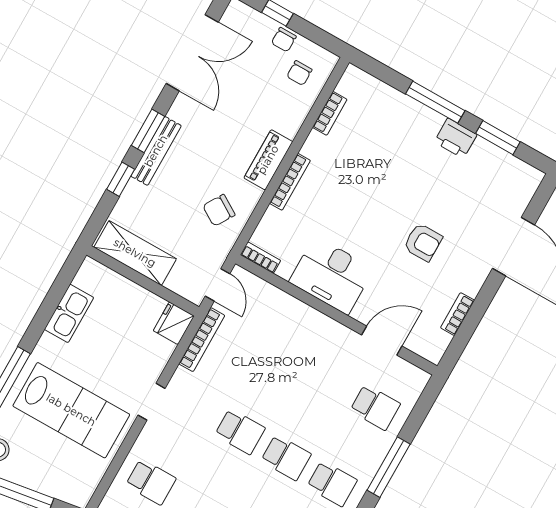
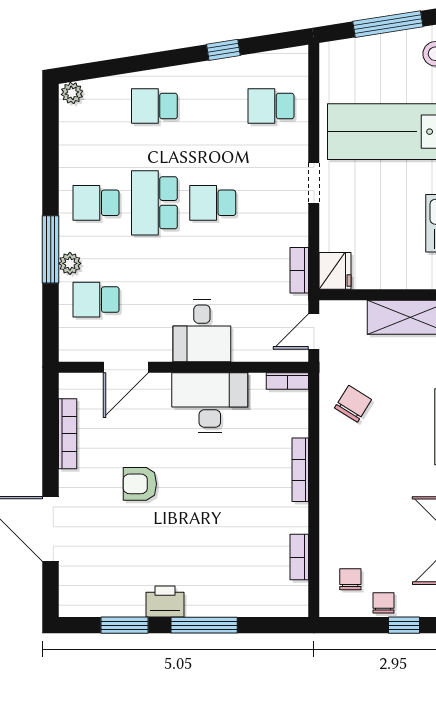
piano: (268, 160) -> (333, 479), removed
door: (218, 285) -> (314, 331), hinge flipped
bookcase: (457, 314) -> (68, 434), width x1.56
desk: (306, 335) -> (202, 331), added
bookcase: (202, 340) -> (299, 270), width x0.64
plant: (380, 447) -> (70, 263), added
school desk: (286, 458) -> (154, 203), width x1.85

